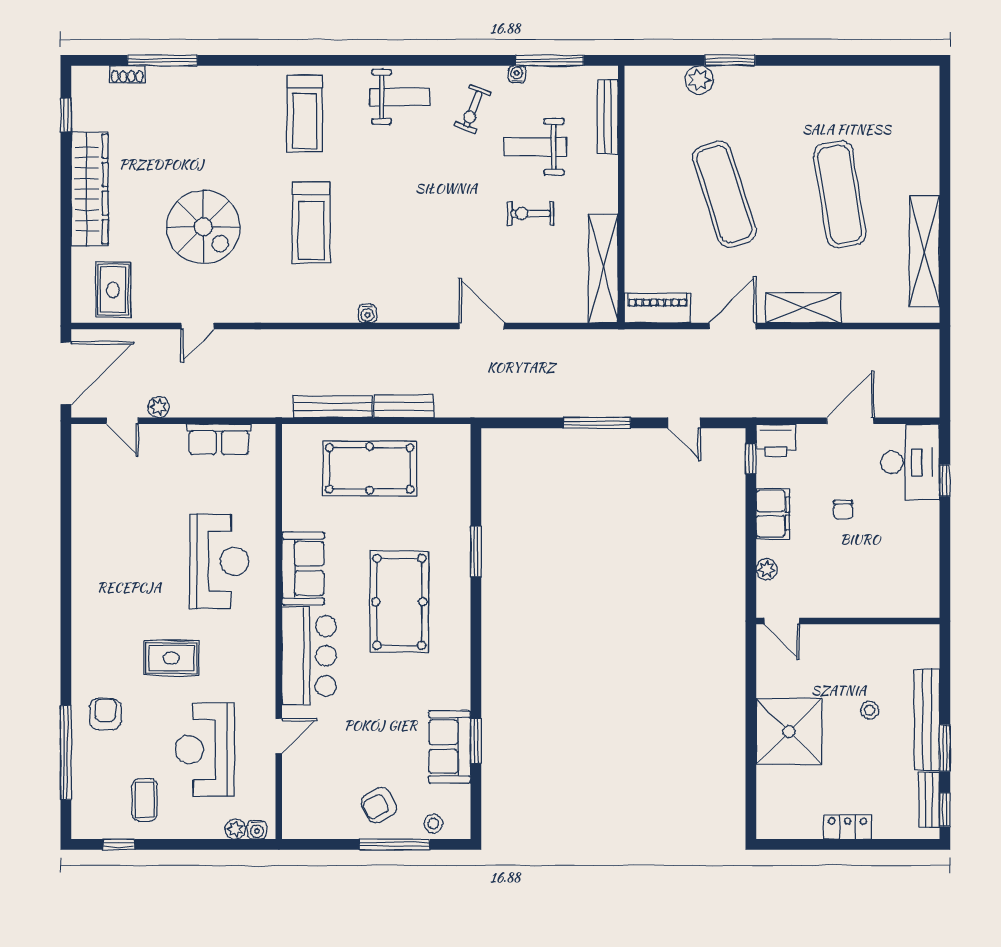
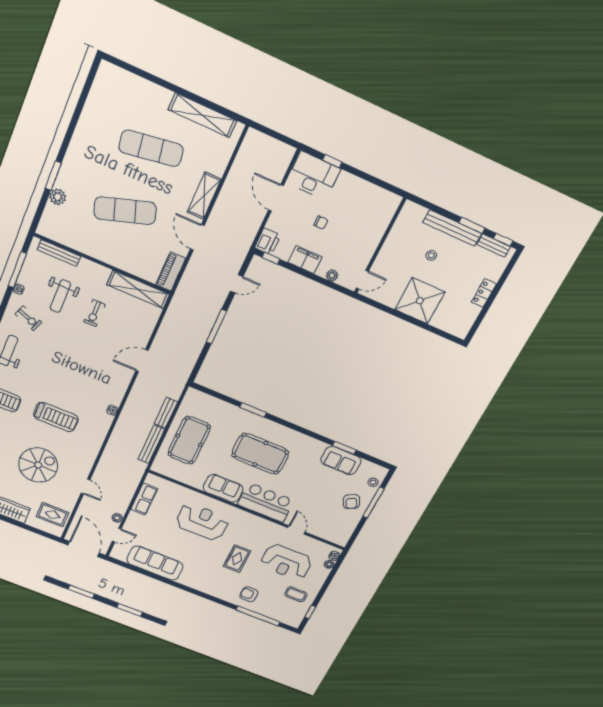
sofa: (94, 514) -> (155, 563), added

